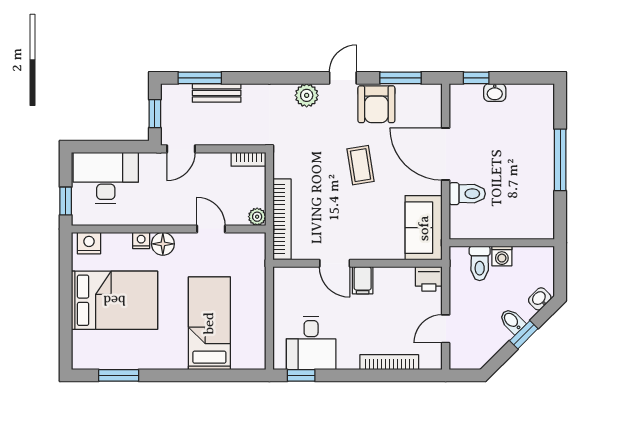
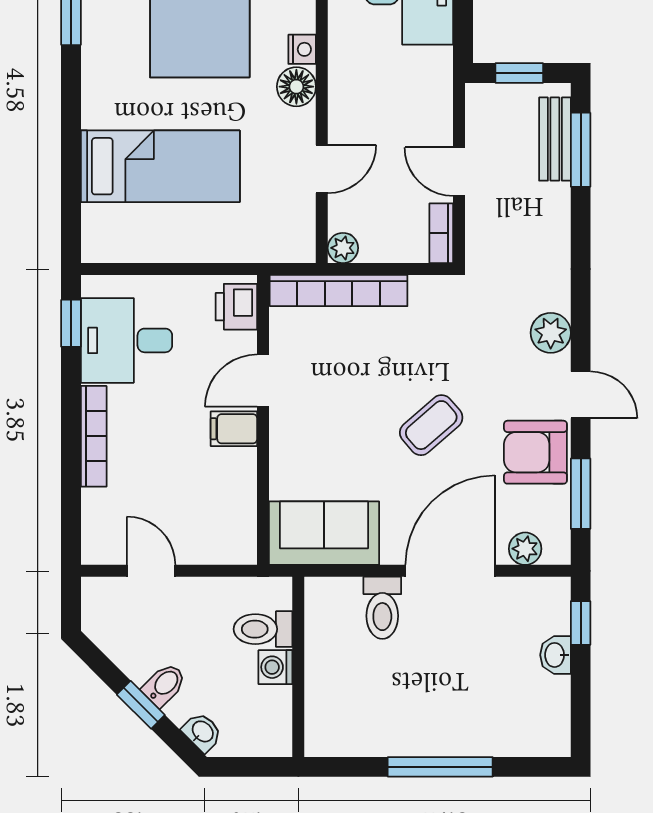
bench: (217, 93) -> (555, 139), moved
plant: (433, 110) -> (525, 549), added
door: (181, 149) -> (459, 172), moved
coffee table: (361, 165) -> (431, 425), turned -32
printer: (429, 279) -> (236, 307), moved
bookcase: (389, 362) -> (94, 436), moved

